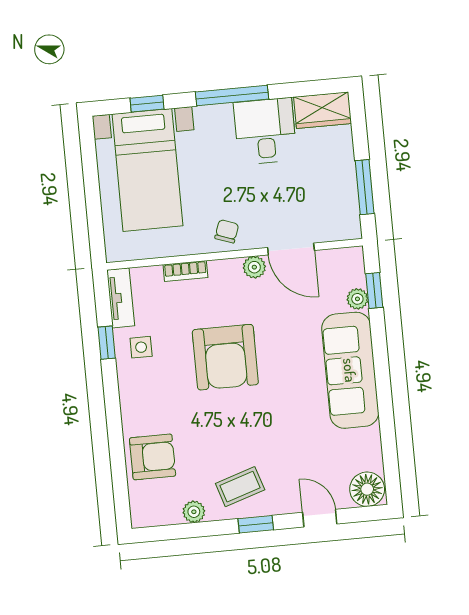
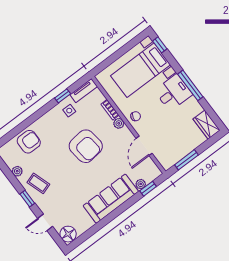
window: (147, 104) -> (160, 45), moved
desk: (265, 131) -> (173, 93), moved
plant: (254, 267) -> (119, 123), moved
armchair: (225, 357) -> (86, 146), turned -97
armchair: (153, 457) -> (29, 142), turned -90
door: (320, 518) -> (45, 222), swing flipped

